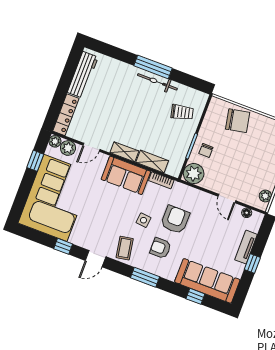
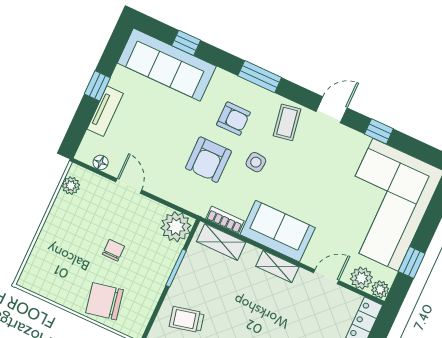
chair: (206, 150) -> (113, 250), moved
shelving: (152, 162) -> (221, 242), moved

